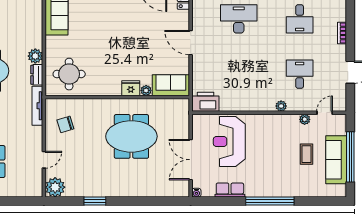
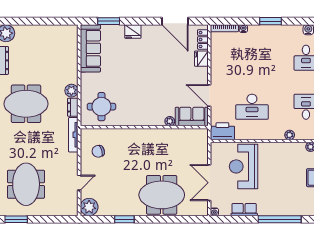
desk: (239, 19) -> (252, 107), moved, turned 180
door: (191, 43) -> (209, 96), moved
fridge: (131, 88) -> (201, 59), moved, turned -90
meeting table: (131, 136) -> (162, 195), moved

